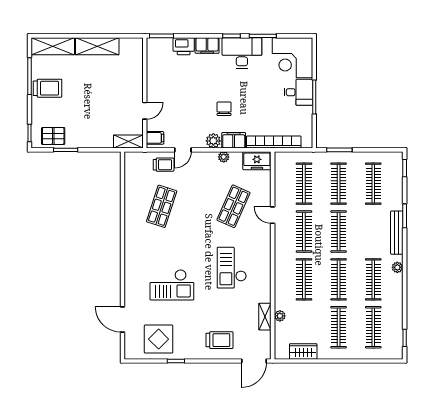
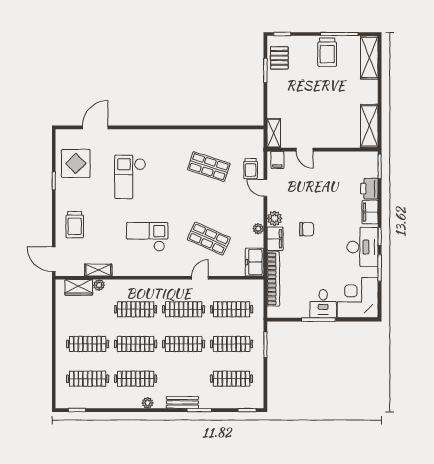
shelving: (97, 46) -> (369, 126), moved
bench: (397, 233) -> (182, 402), width x0.73
wardrobe: (303, 351) -> (79, 287), moved, turned 90

